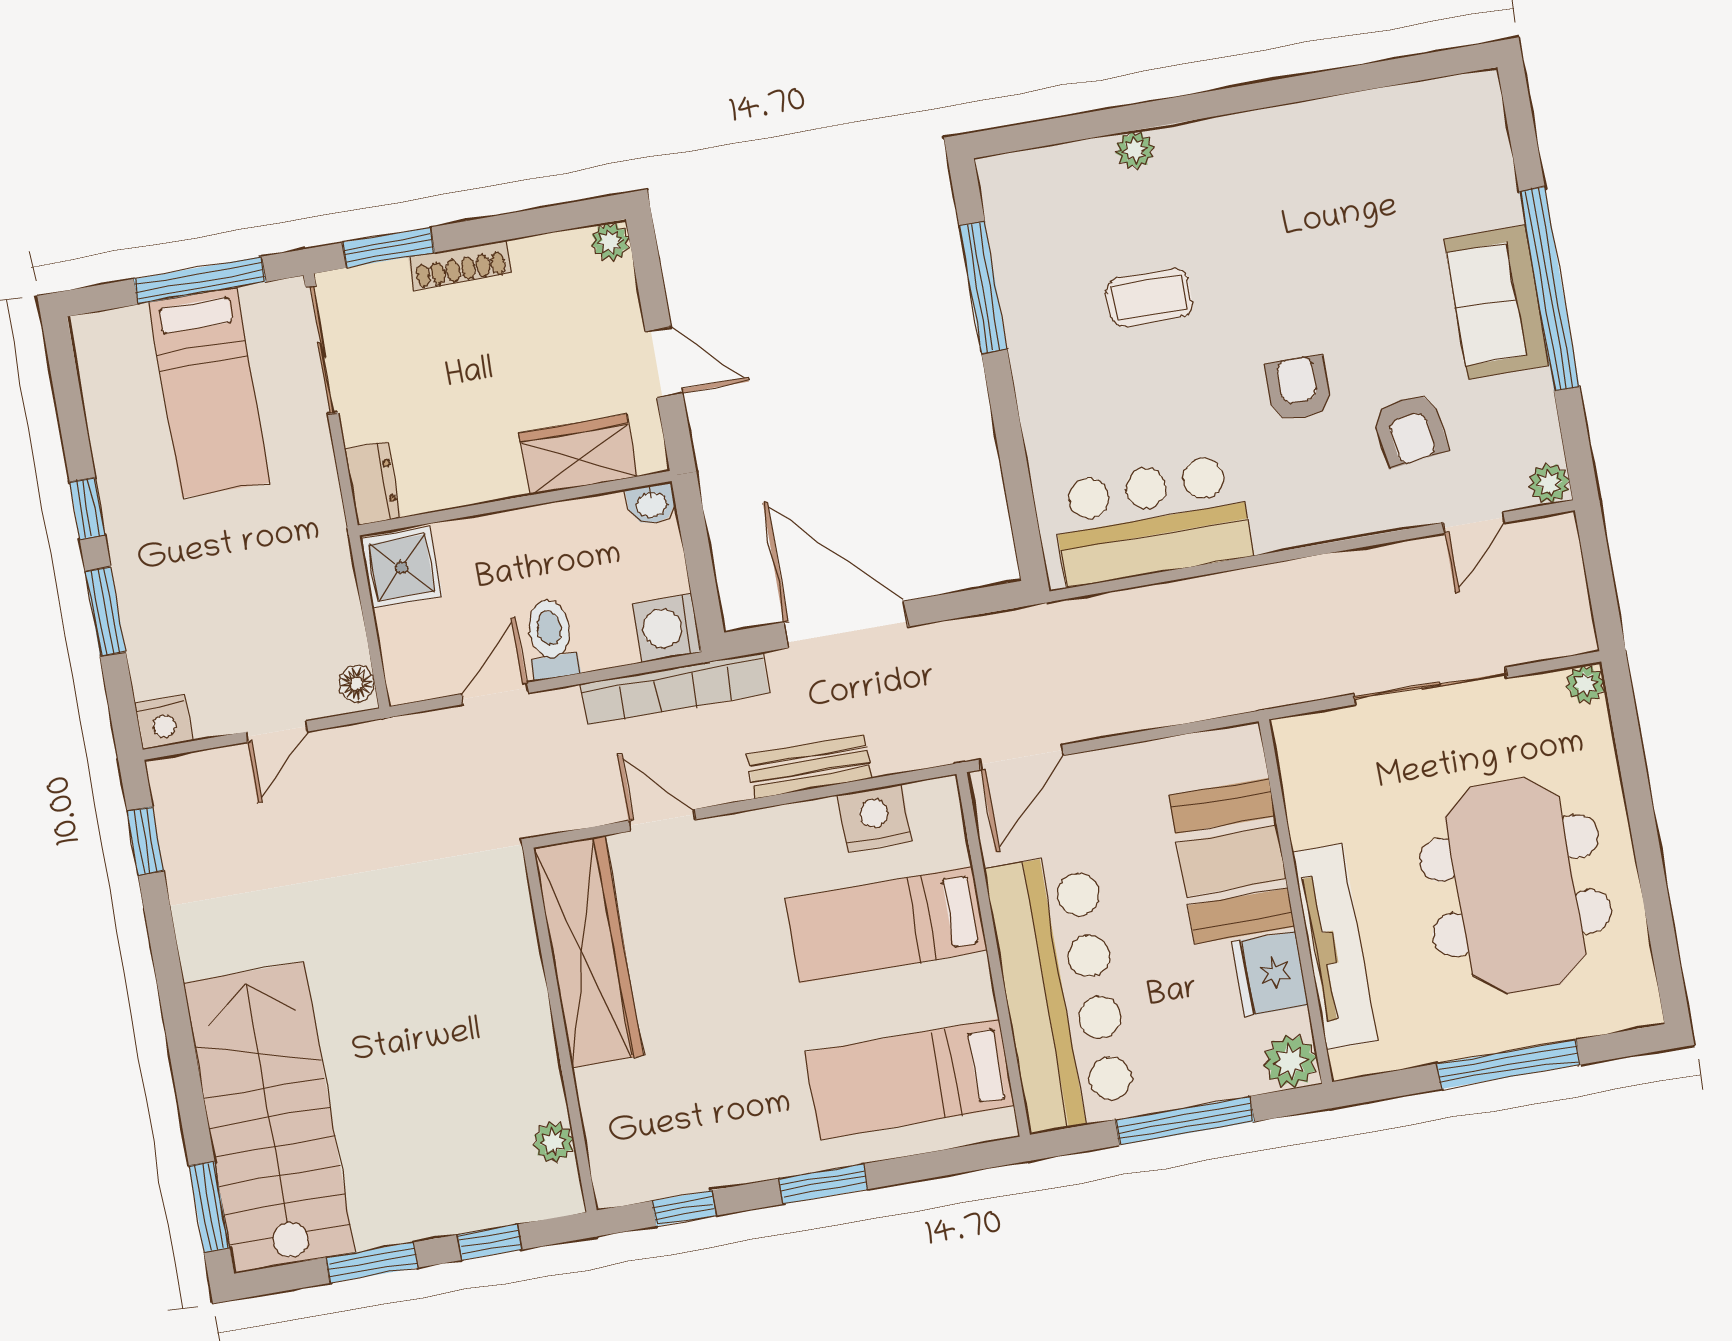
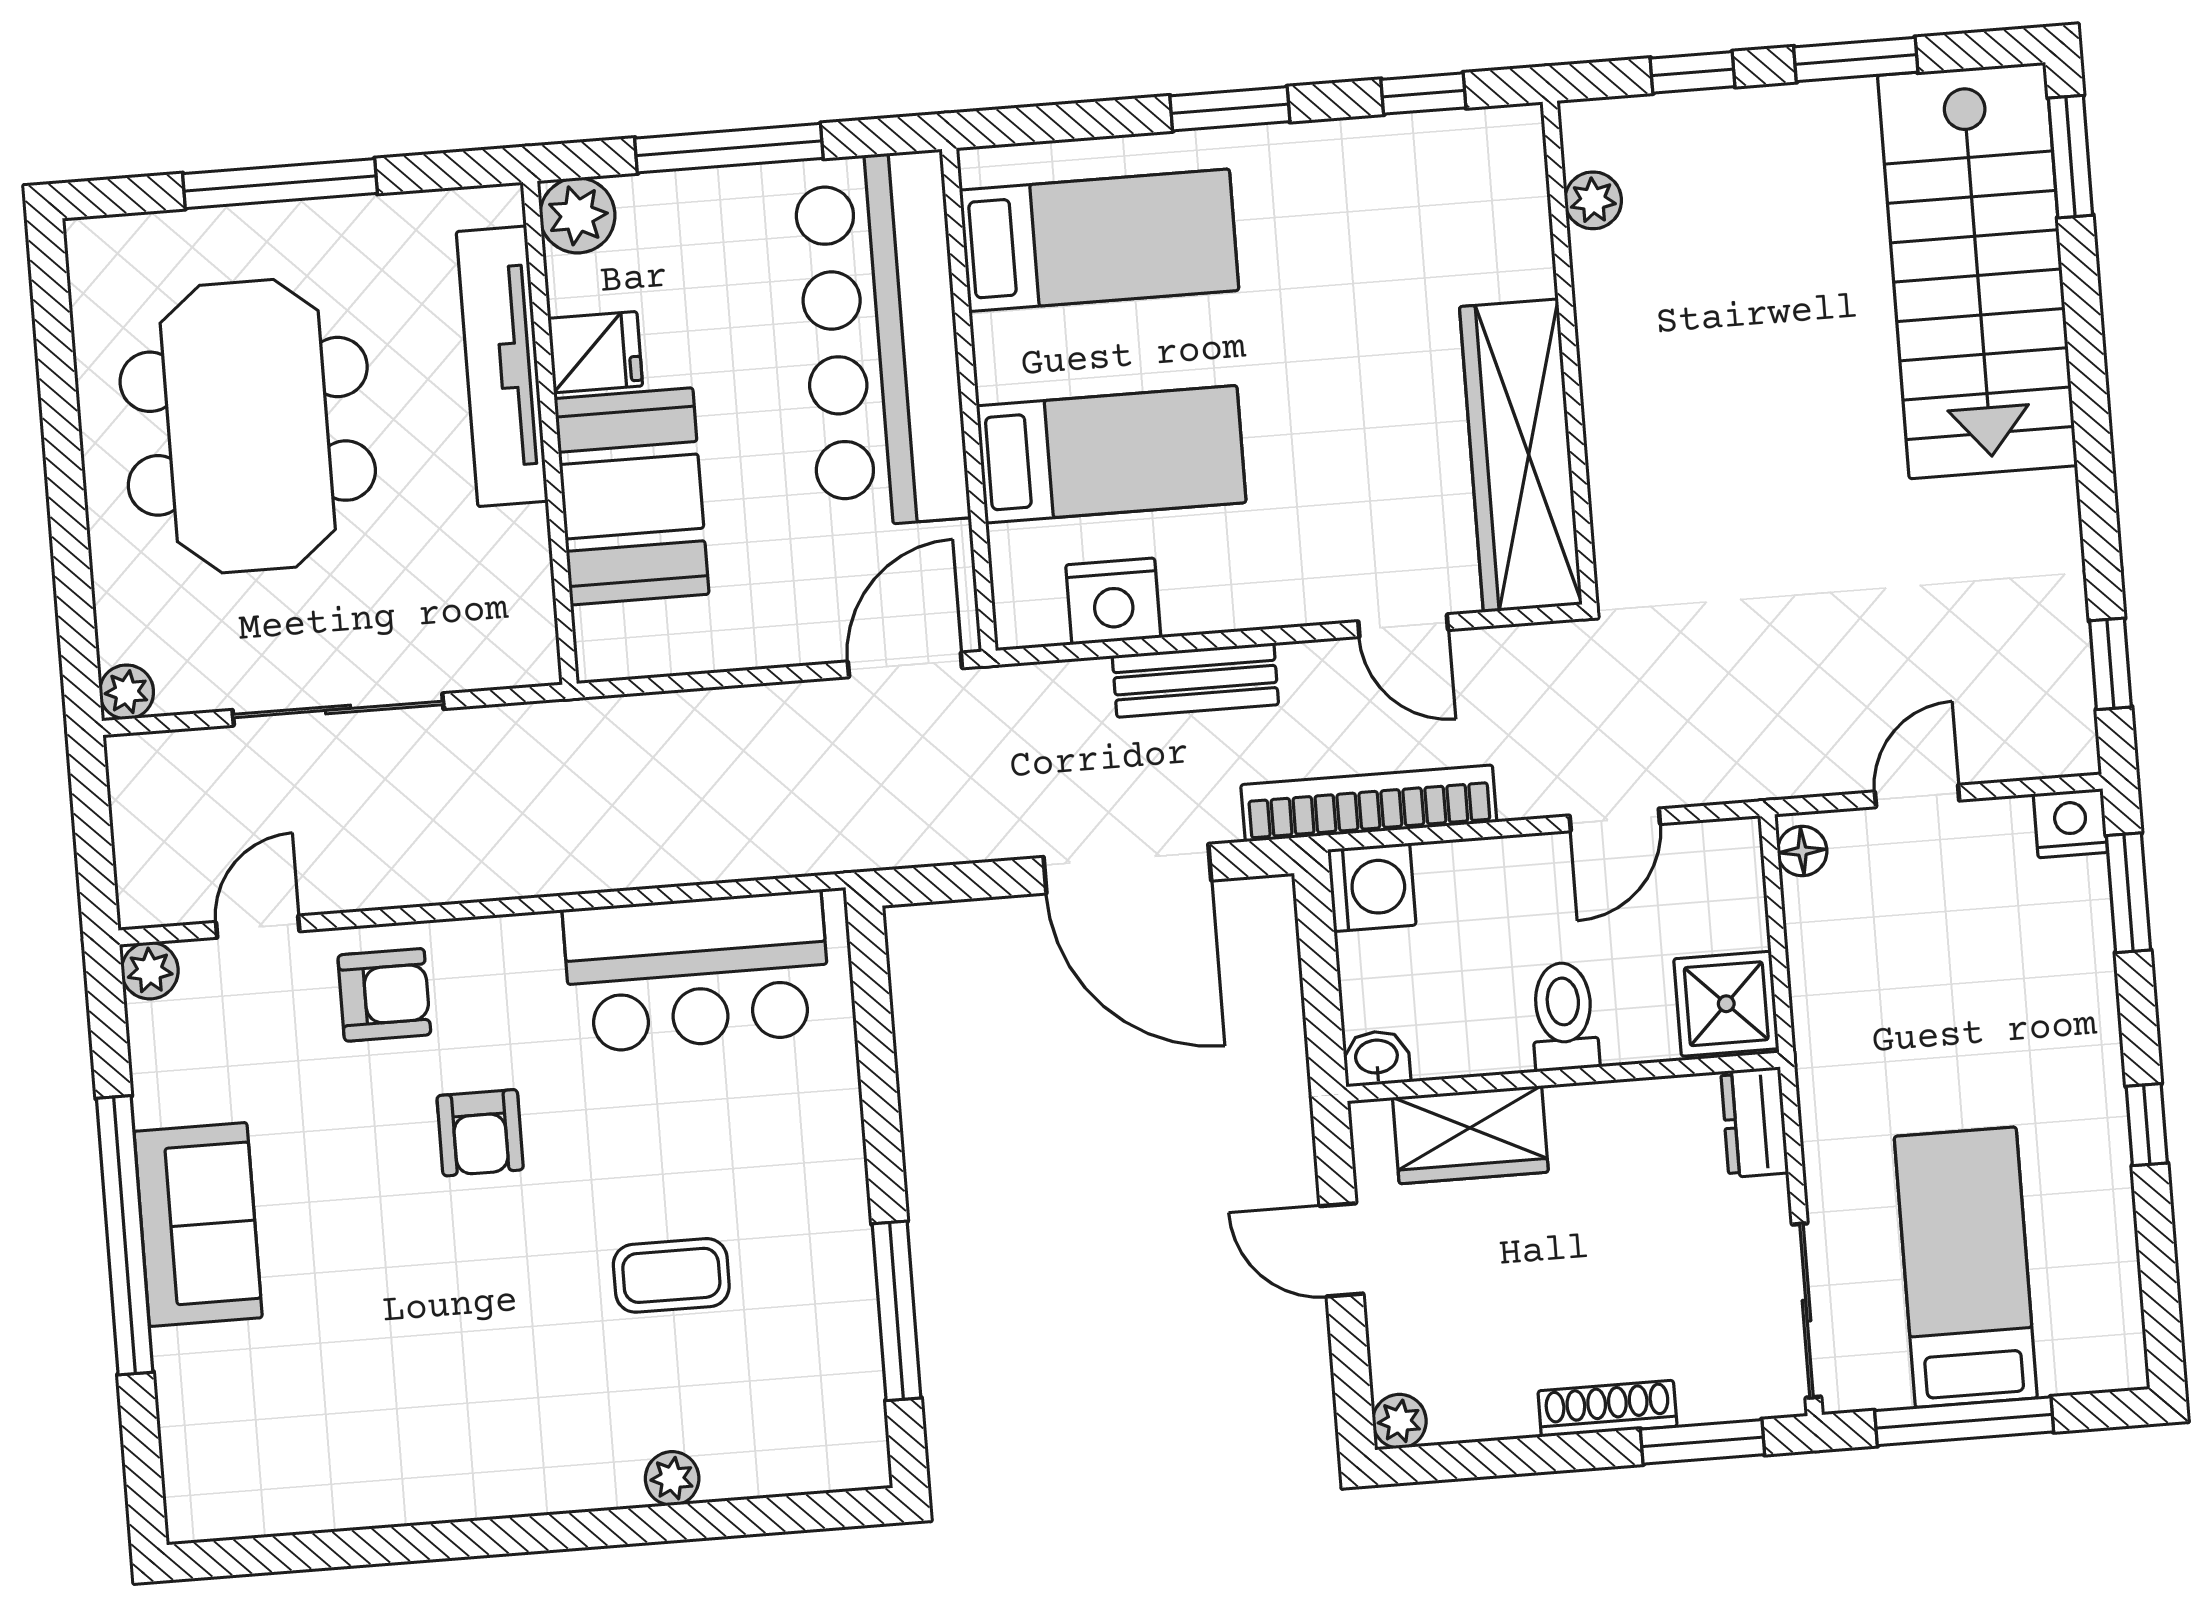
armchair: (1410, 430) -> (384, 995), moved, turned 97
window: (105, 612) -> (2128, 893), moved
toilet: (551, 639) -> (1564, 1016), moved, turned 180
fridge: (1270, 974) -> (595, 352), width x0.72

